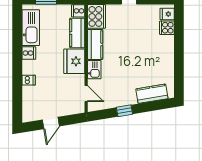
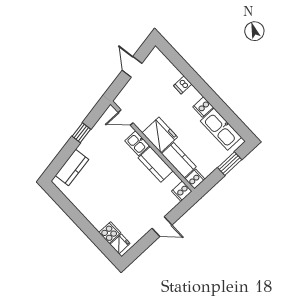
cooker: (96, 16) -> (182, 191), width x0.53, depth x0.76

